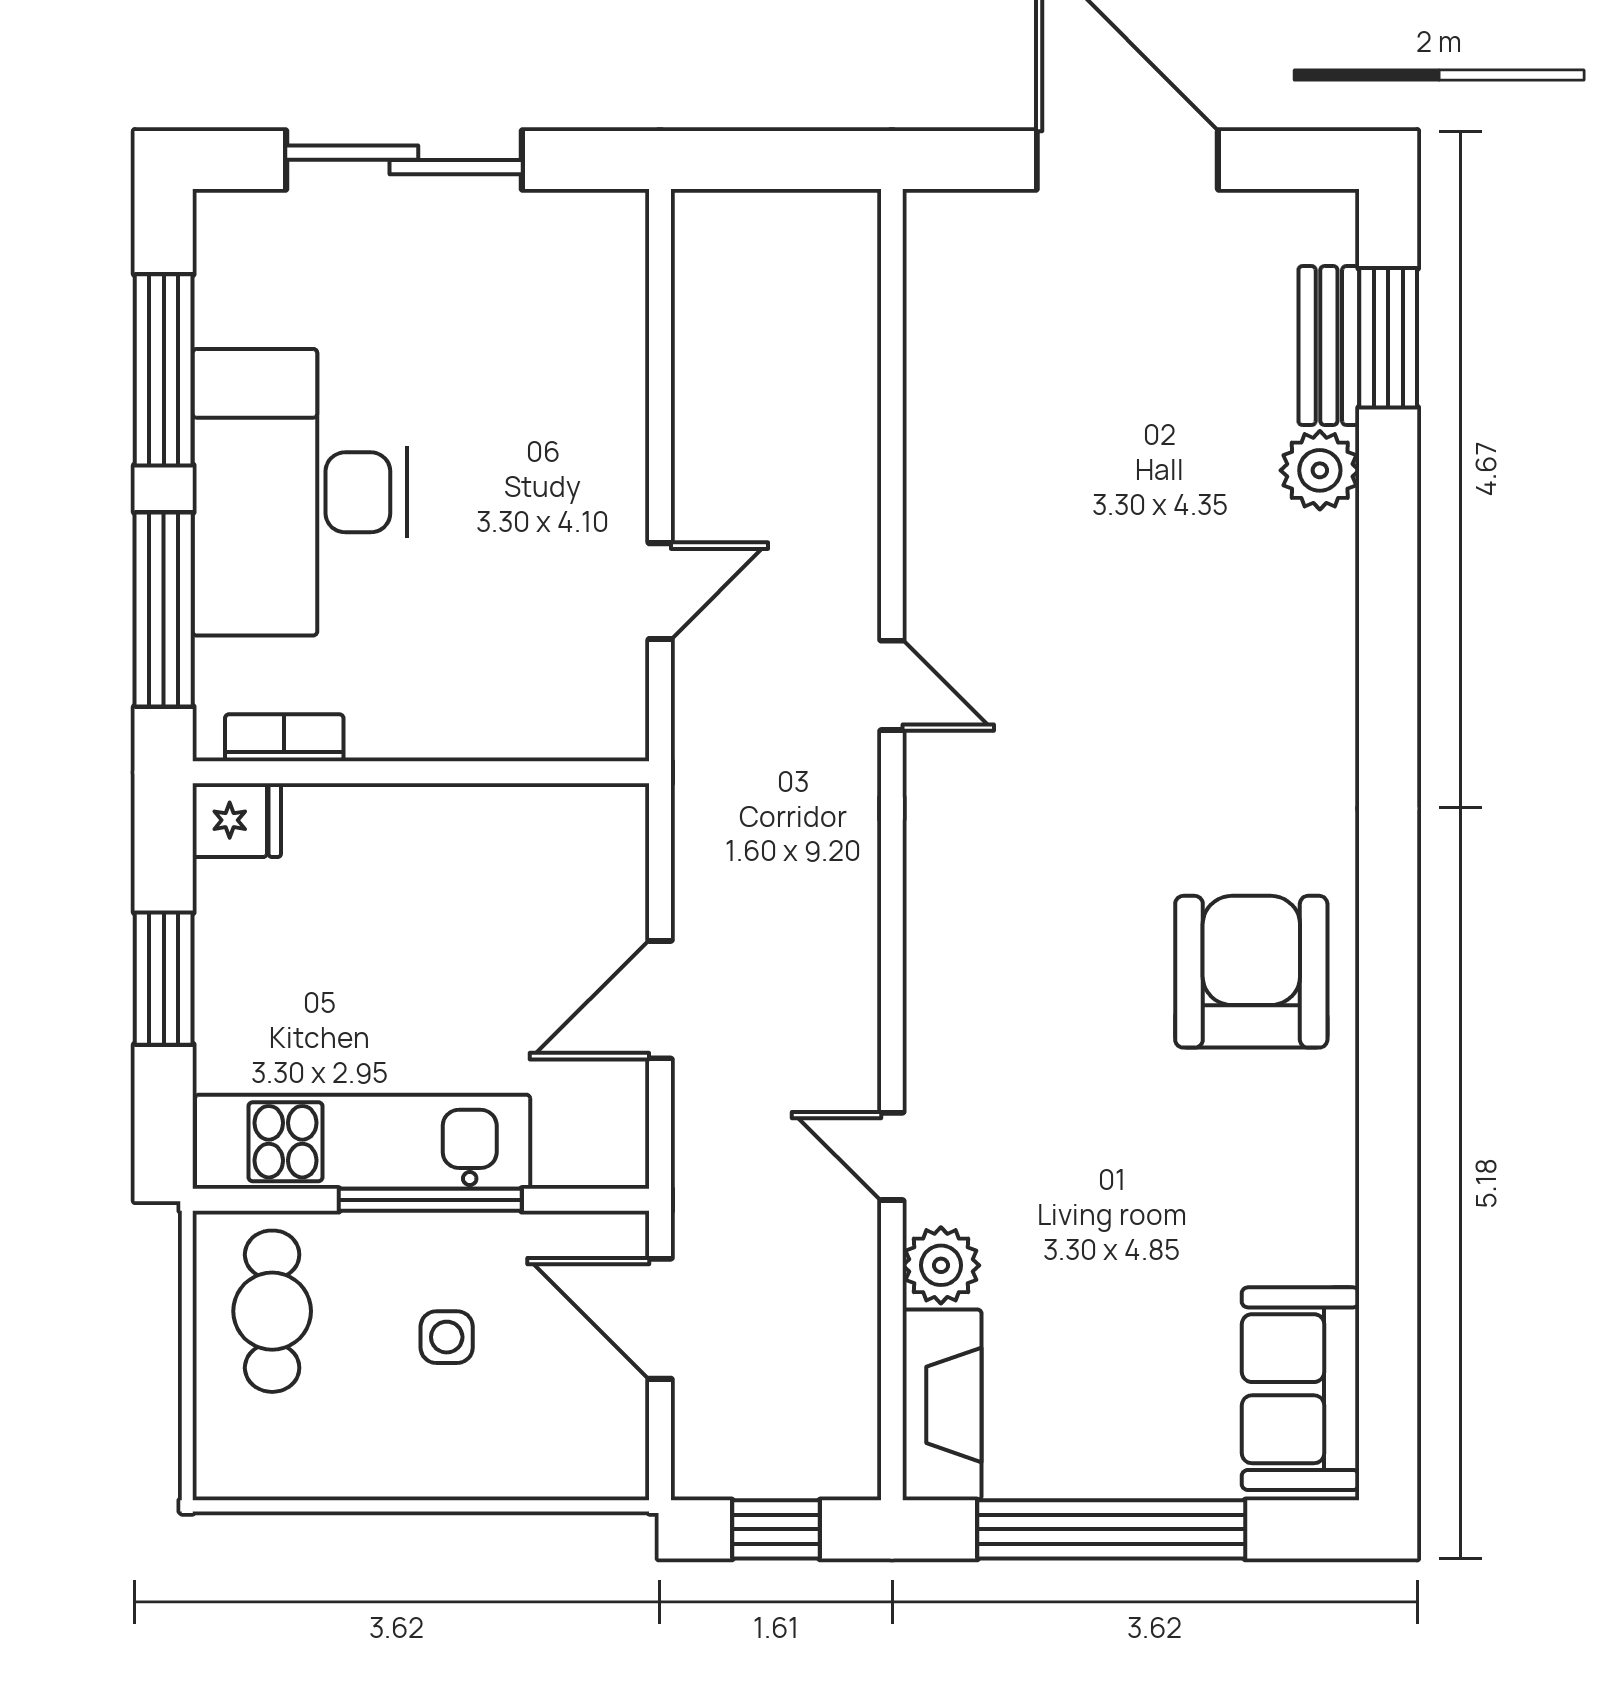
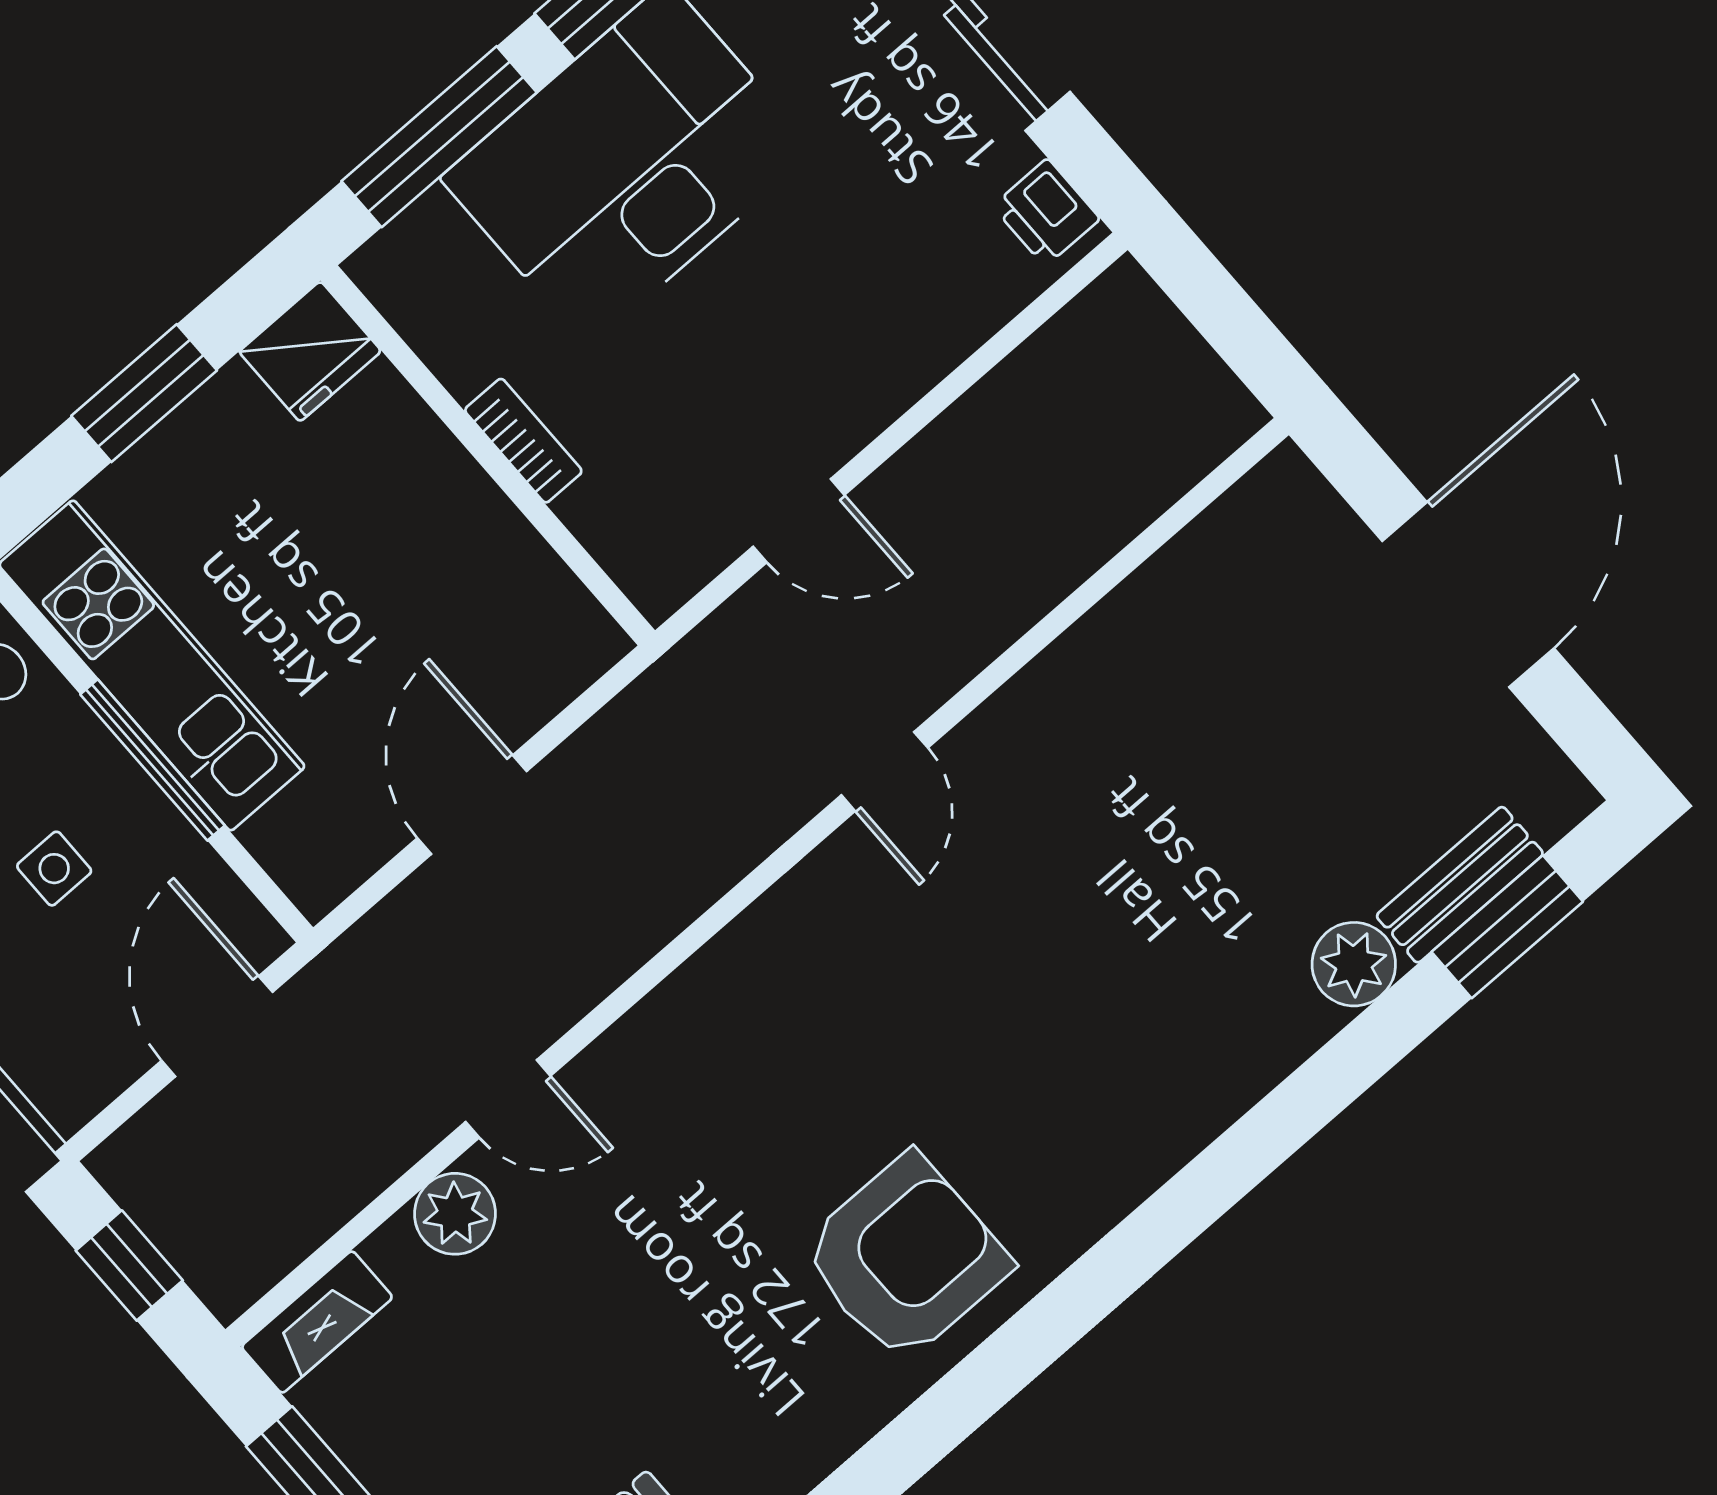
printer: (594, 224) -> (1046, 212), added
bookcase: (284, 738) -> (523, 441), moved
fridge: (237, 820) -> (310, 351), width x1.38
door: (660, 1000) -> (472, 805), hinge flipped
door: (892, 1156) -> (508, 1099), swing flipped
fireplace: (942, 1405) -> (317, 1322), width x0.73, depth x0.76

